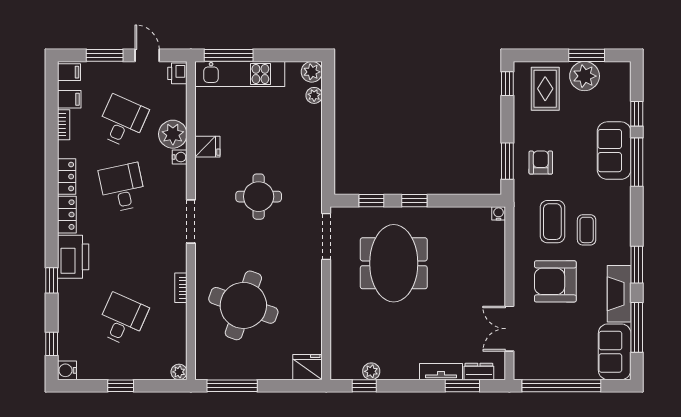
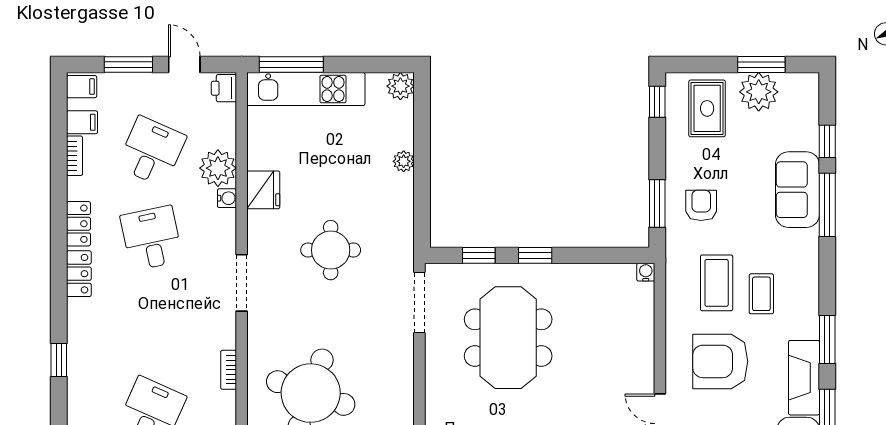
plant: (314, 95) -> (404, 161), moved
fridge: (207, 147) -> (263, 190), width x1.38
printer: (73, 257) -> (87, 329), removed

